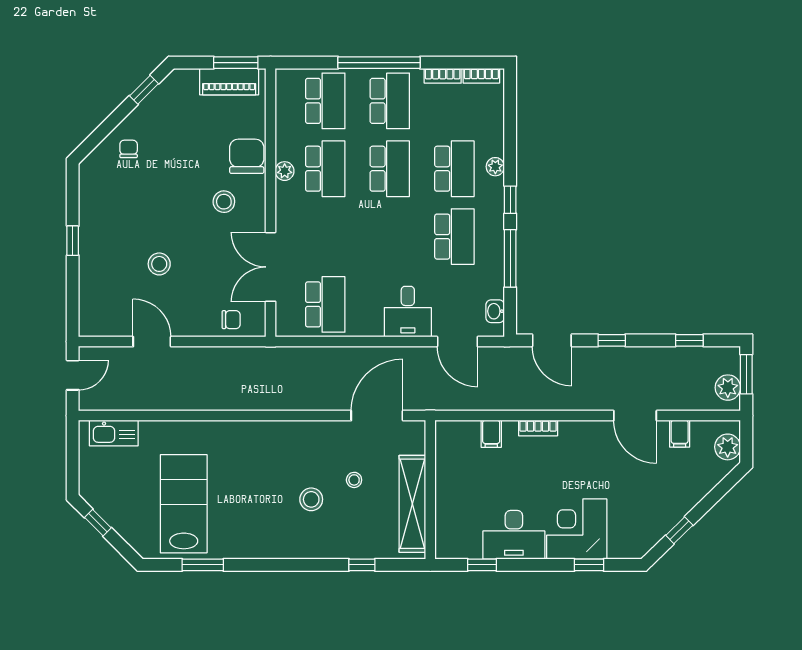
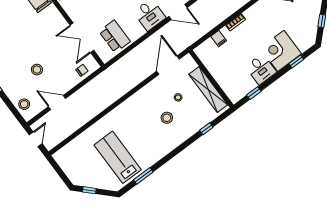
stool: (224, 202) -> (24, 104), moved
kitchen sink: (114, 433) -> (69, 150), removed
desk: (514, 535) -> (261, 69), width x0.73

